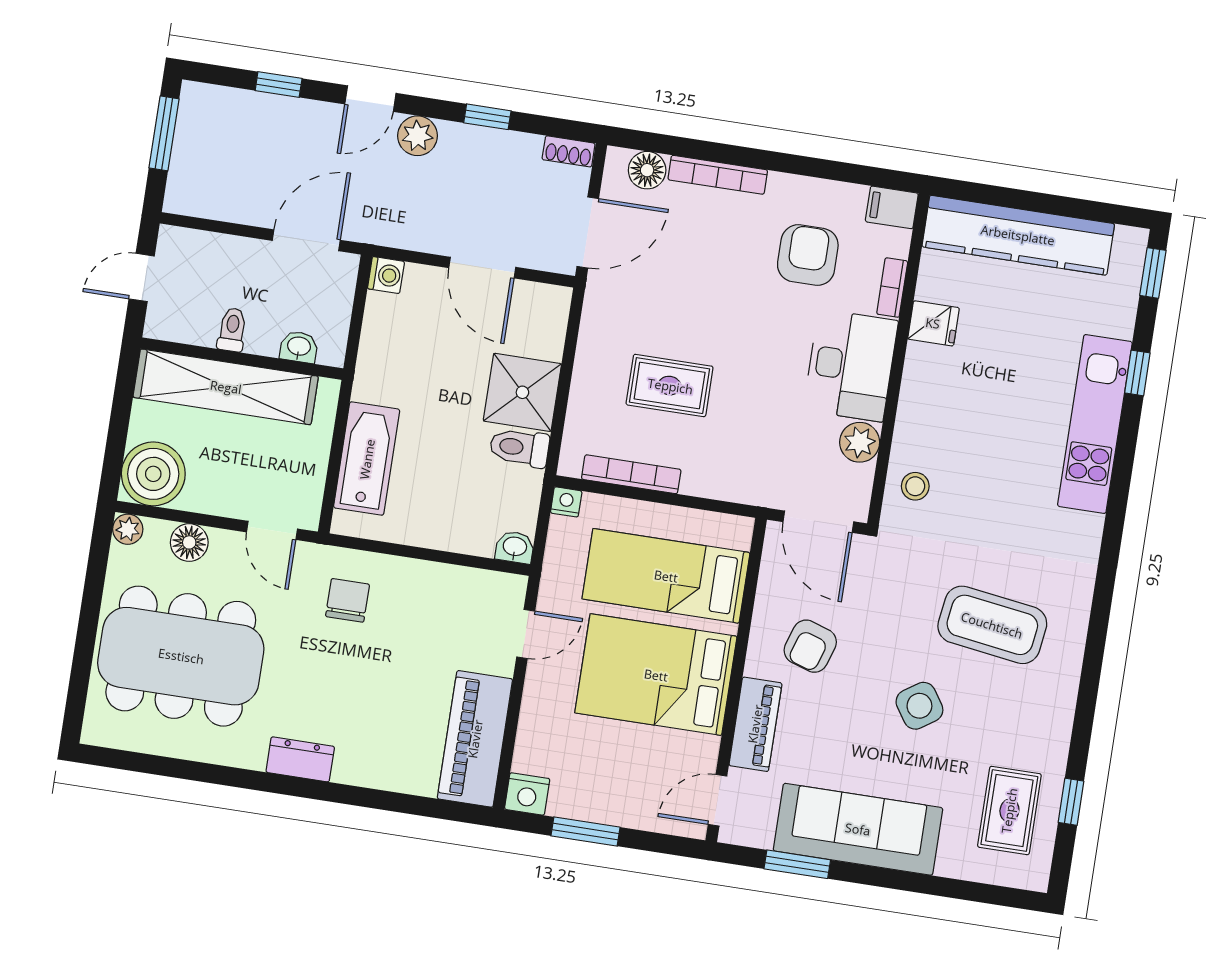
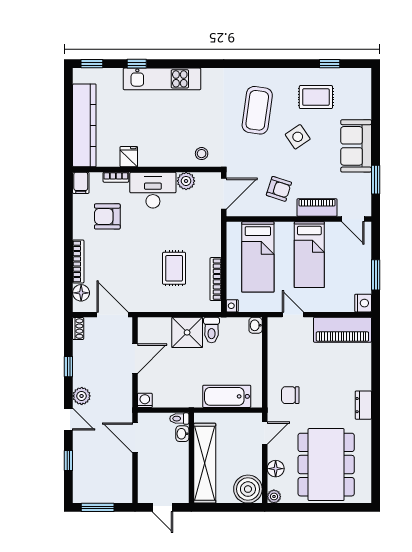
toilet: (232, 330) -> (179, 419), moved
bed: (656, 675) -> (309, 255), width x0.67
rug: (1009, 811) -> (316, 97), moved
sofa: (858, 829) -> (356, 146), width x0.73

